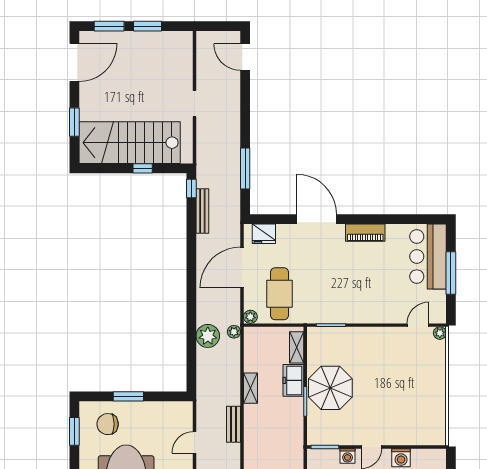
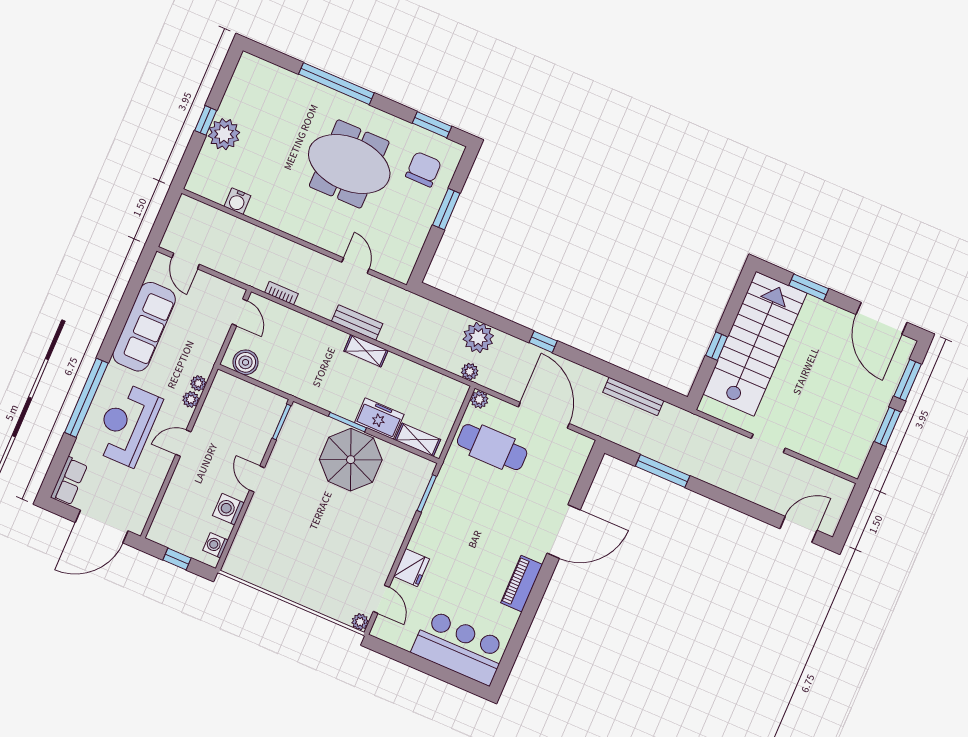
window: (191, 188) -> (543, 342), moved
fridge: (264, 234) -> (411, 568), moved, turned 180
window: (451, 273) -> (427, 667), removed
shelving: (250, 388) -> (366, 351), moved
washing machine: (348, 456) -> (216, 545), moved

